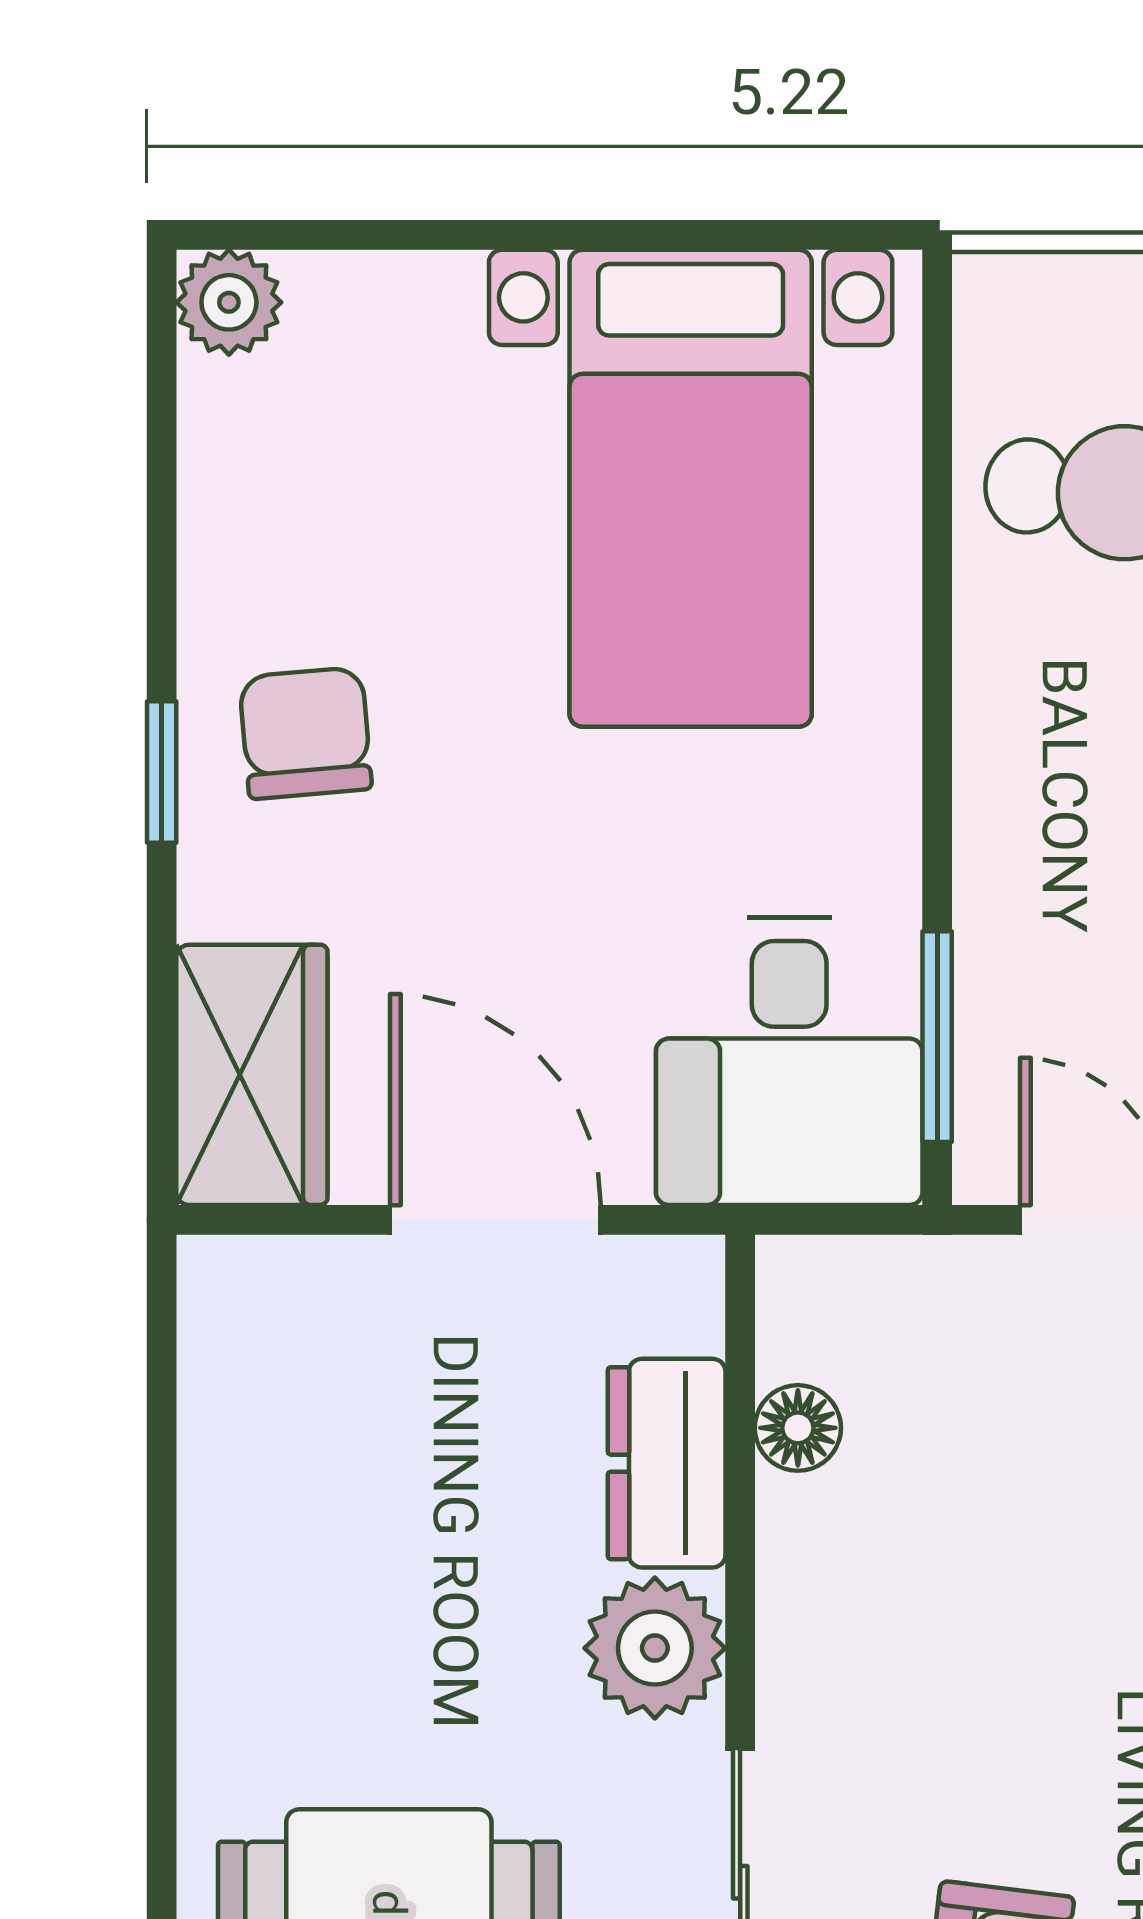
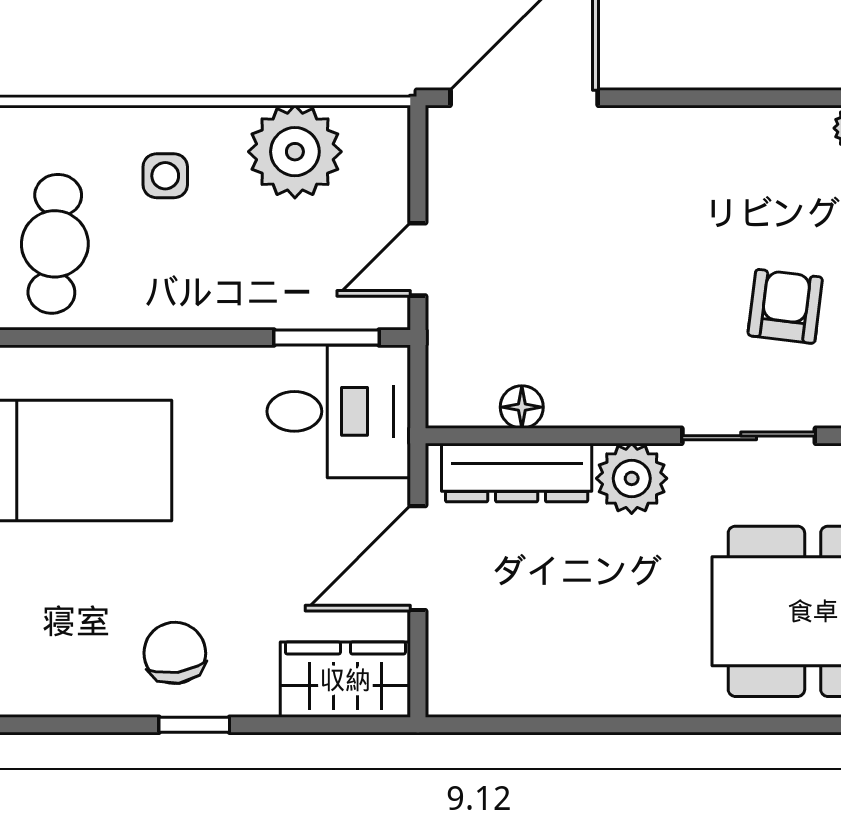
chair: (306, 733) -> (175, 653), turned 87
dresser: (667, 1463) -> (517, 473), width x1.44

